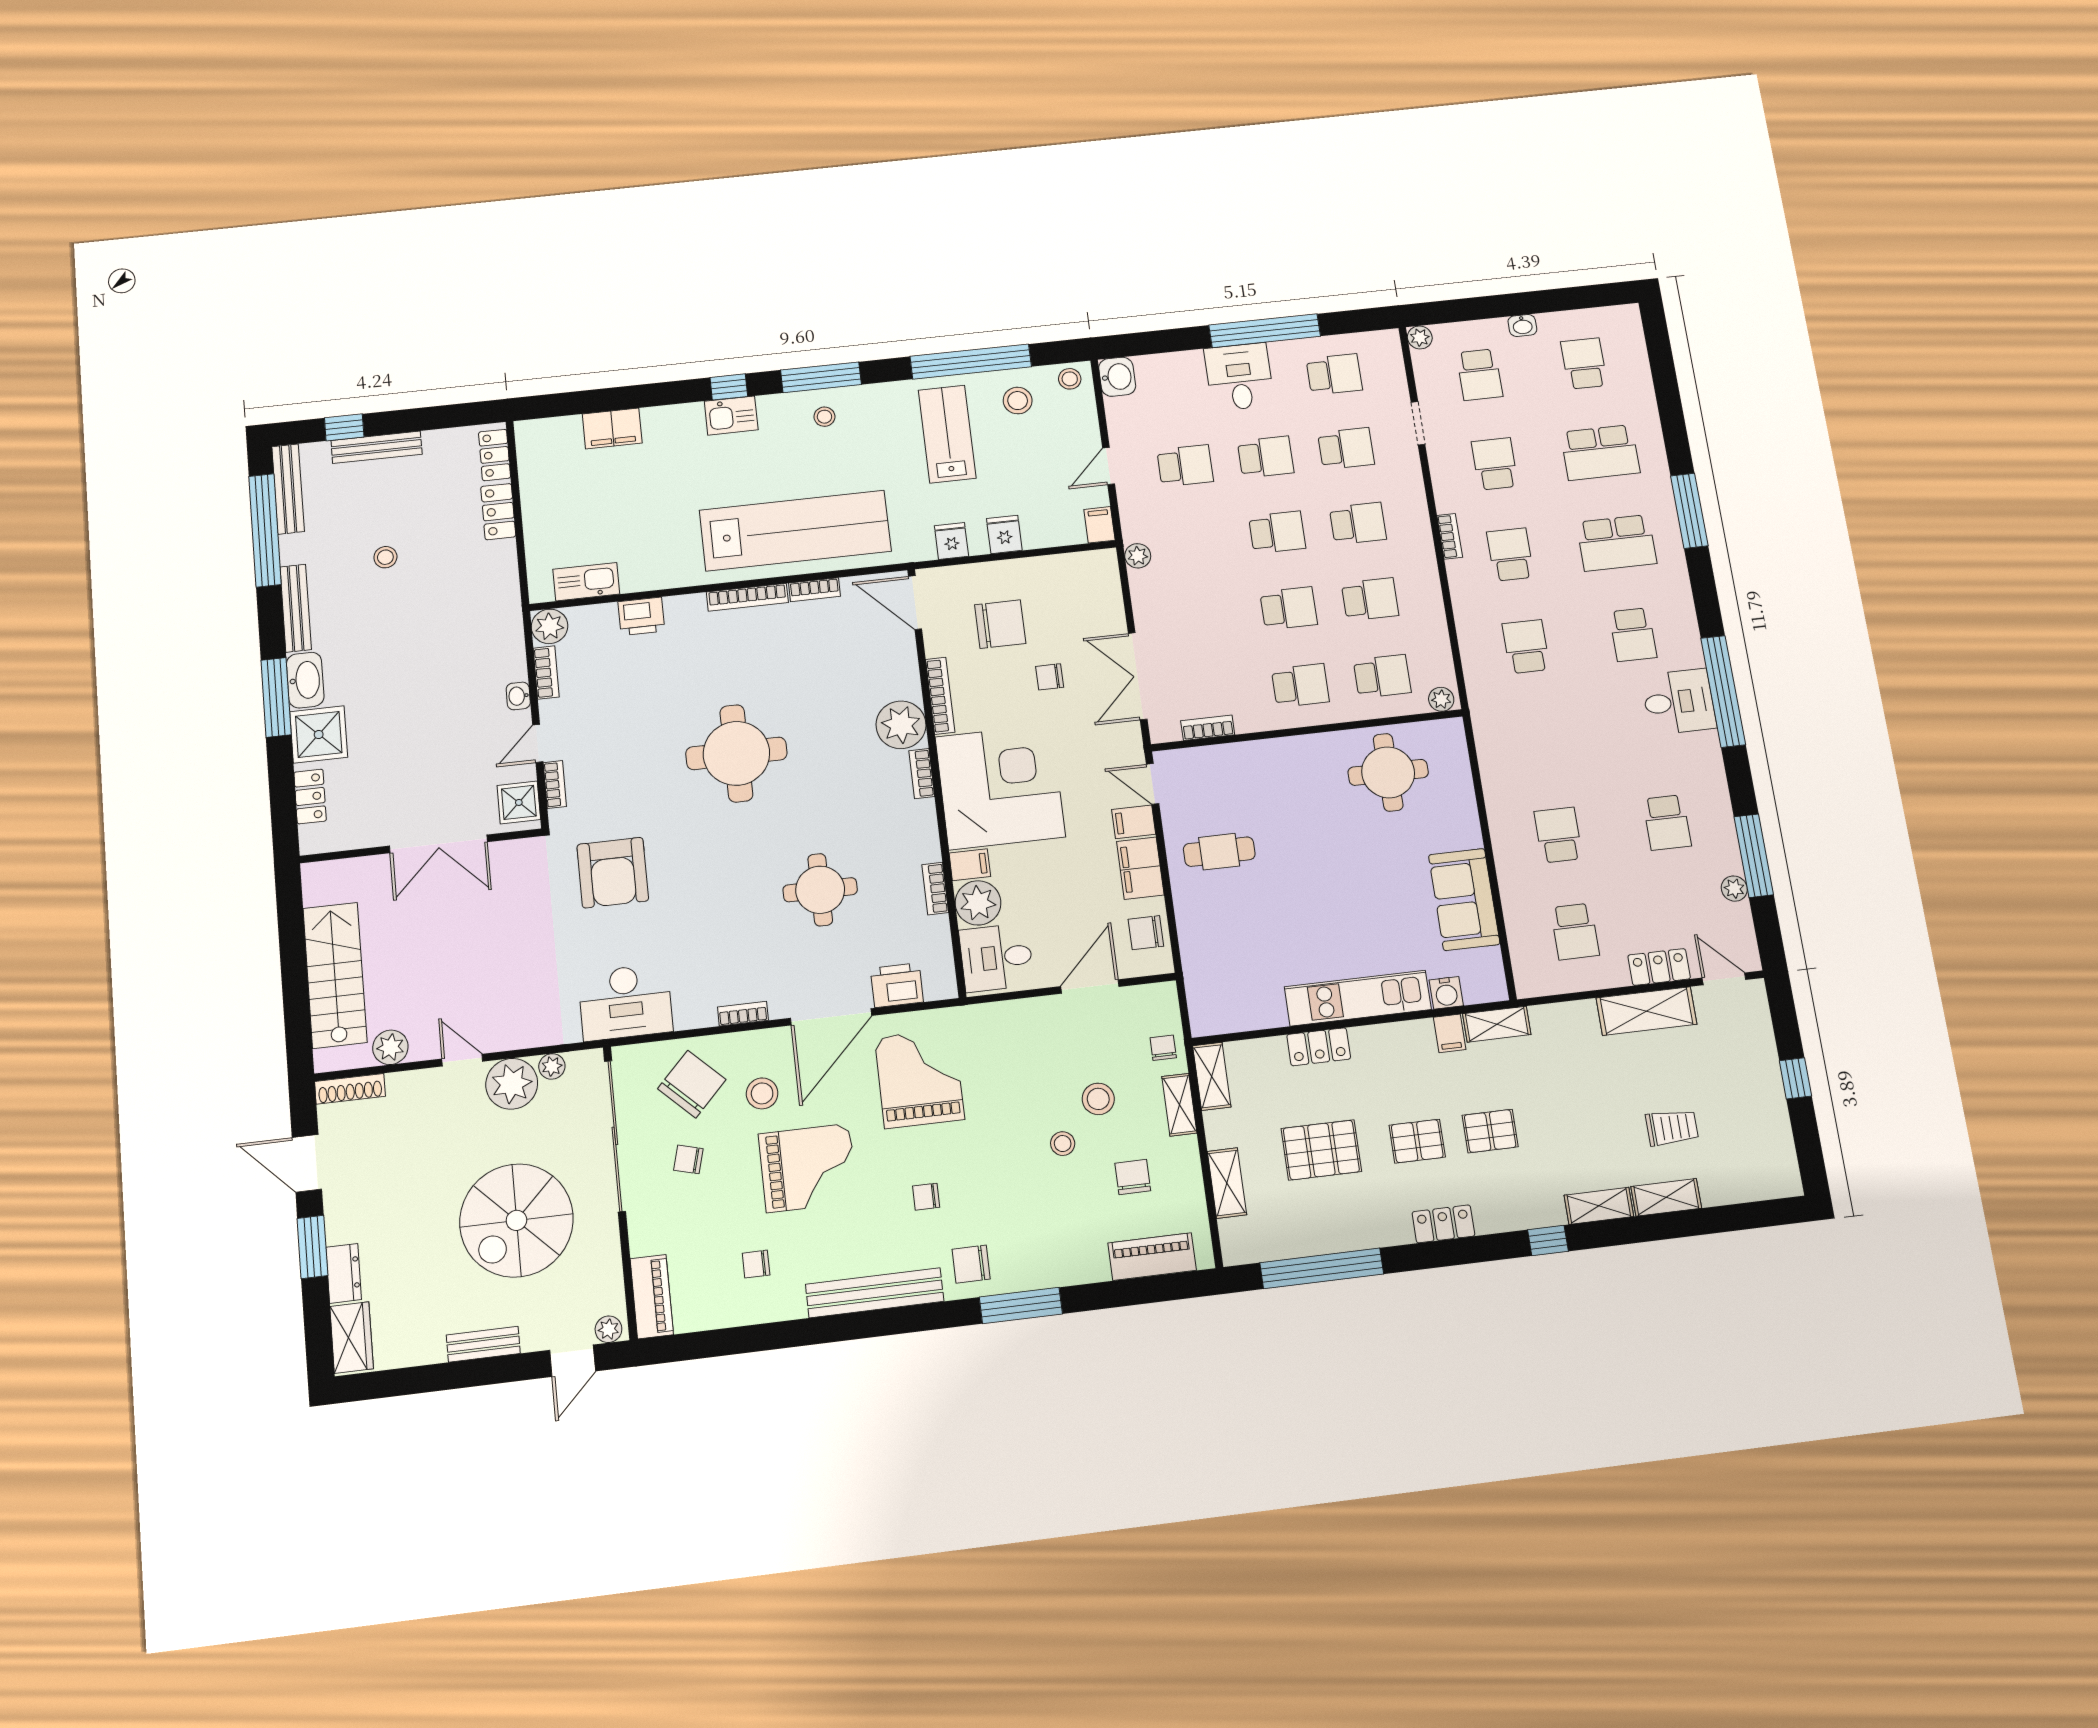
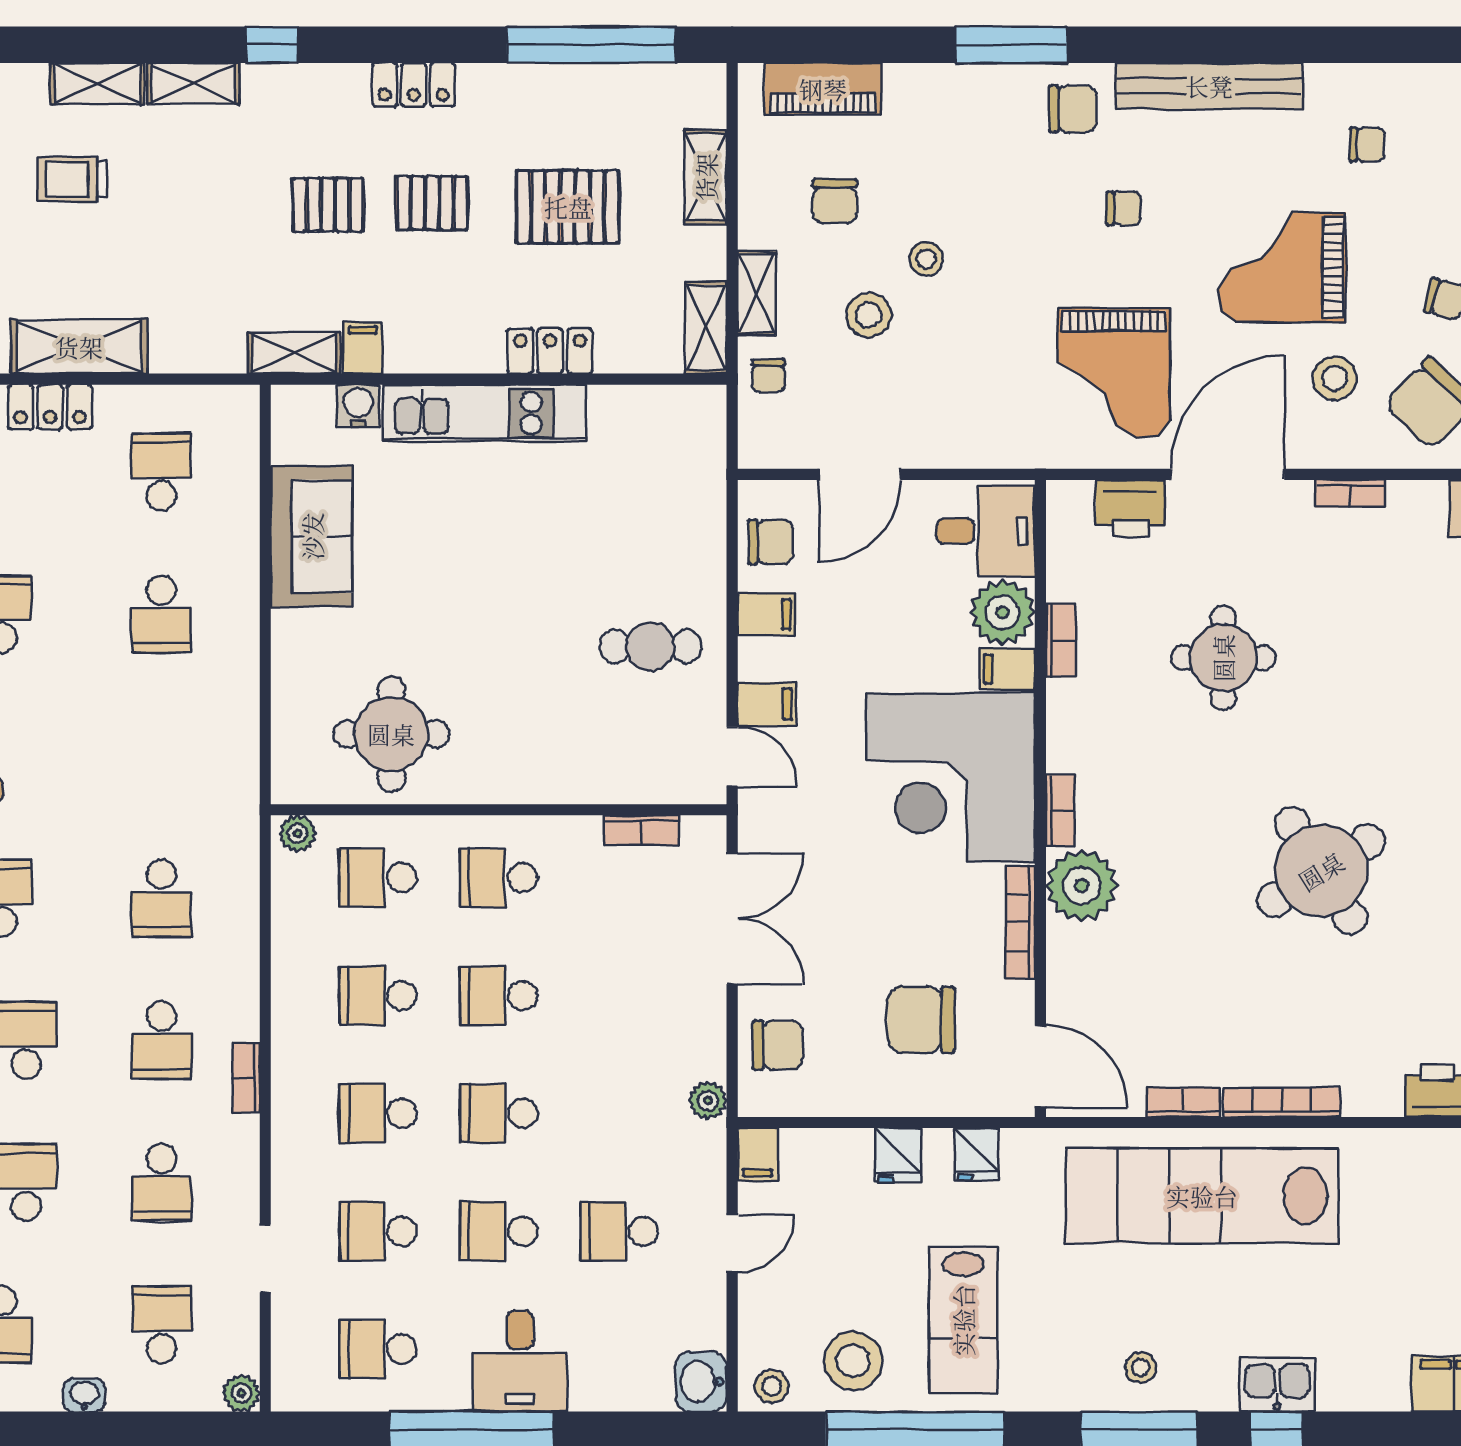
stool: (1018, 401) -> (853, 1361), width x1.38, depth x1.38
chair: (1050, 677) -> (778, 1045), moved, width x1.37, depth x1.37
round table: (736, 753) -> (1321, 871), turned -32
filing cabinet: (1140, 868) -> (766, 614), width x0.50

